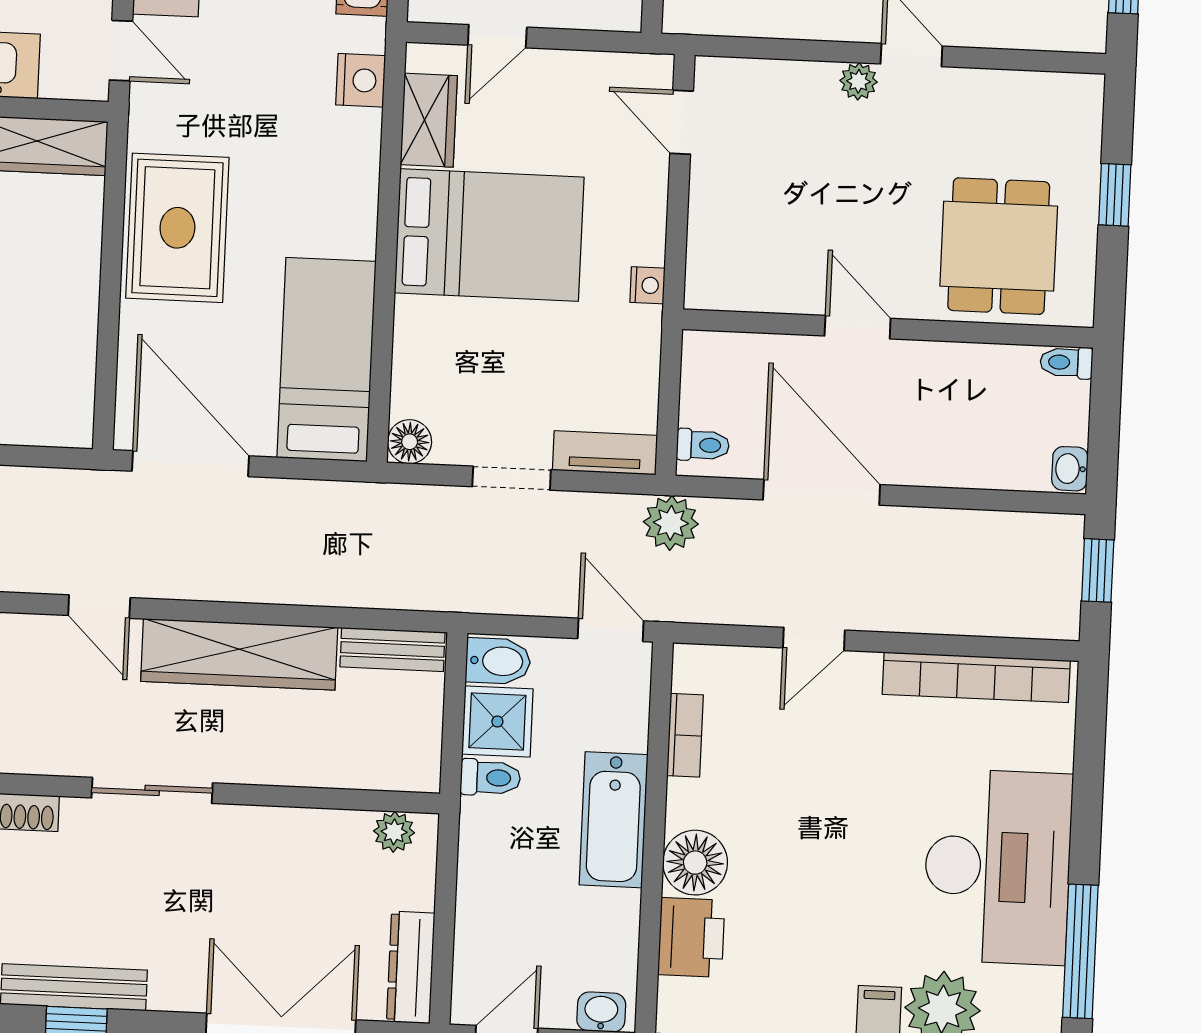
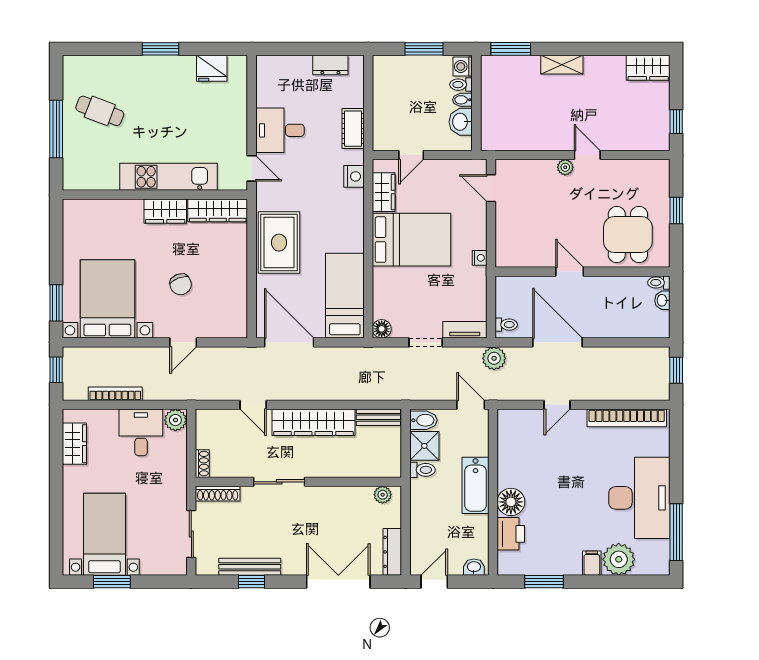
washbasin: (1070, 469) -> (662, 300), moved
bookcase: (685, 735) -> (504, 448), removed

